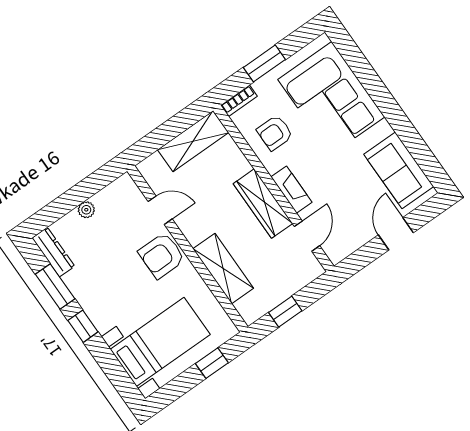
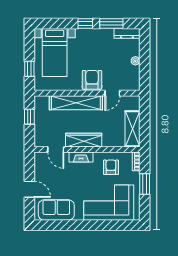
shelving: (223, 268) -> (76, 103), width x1.47

